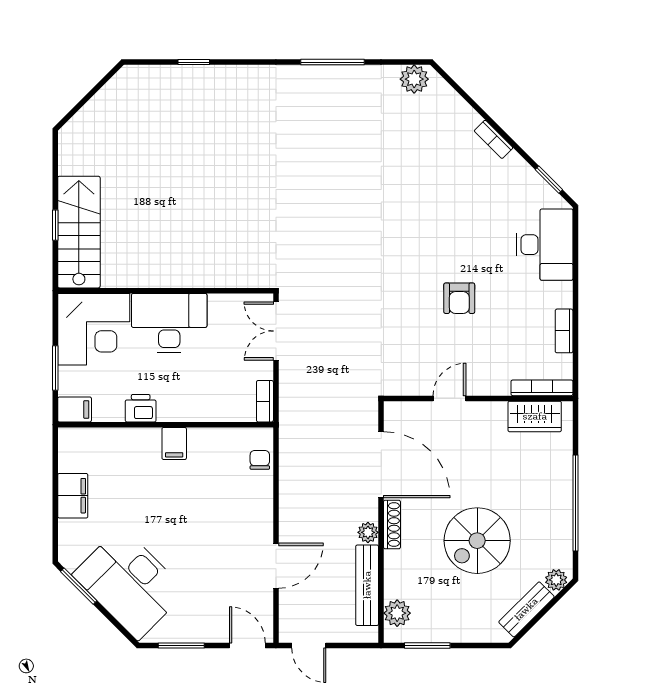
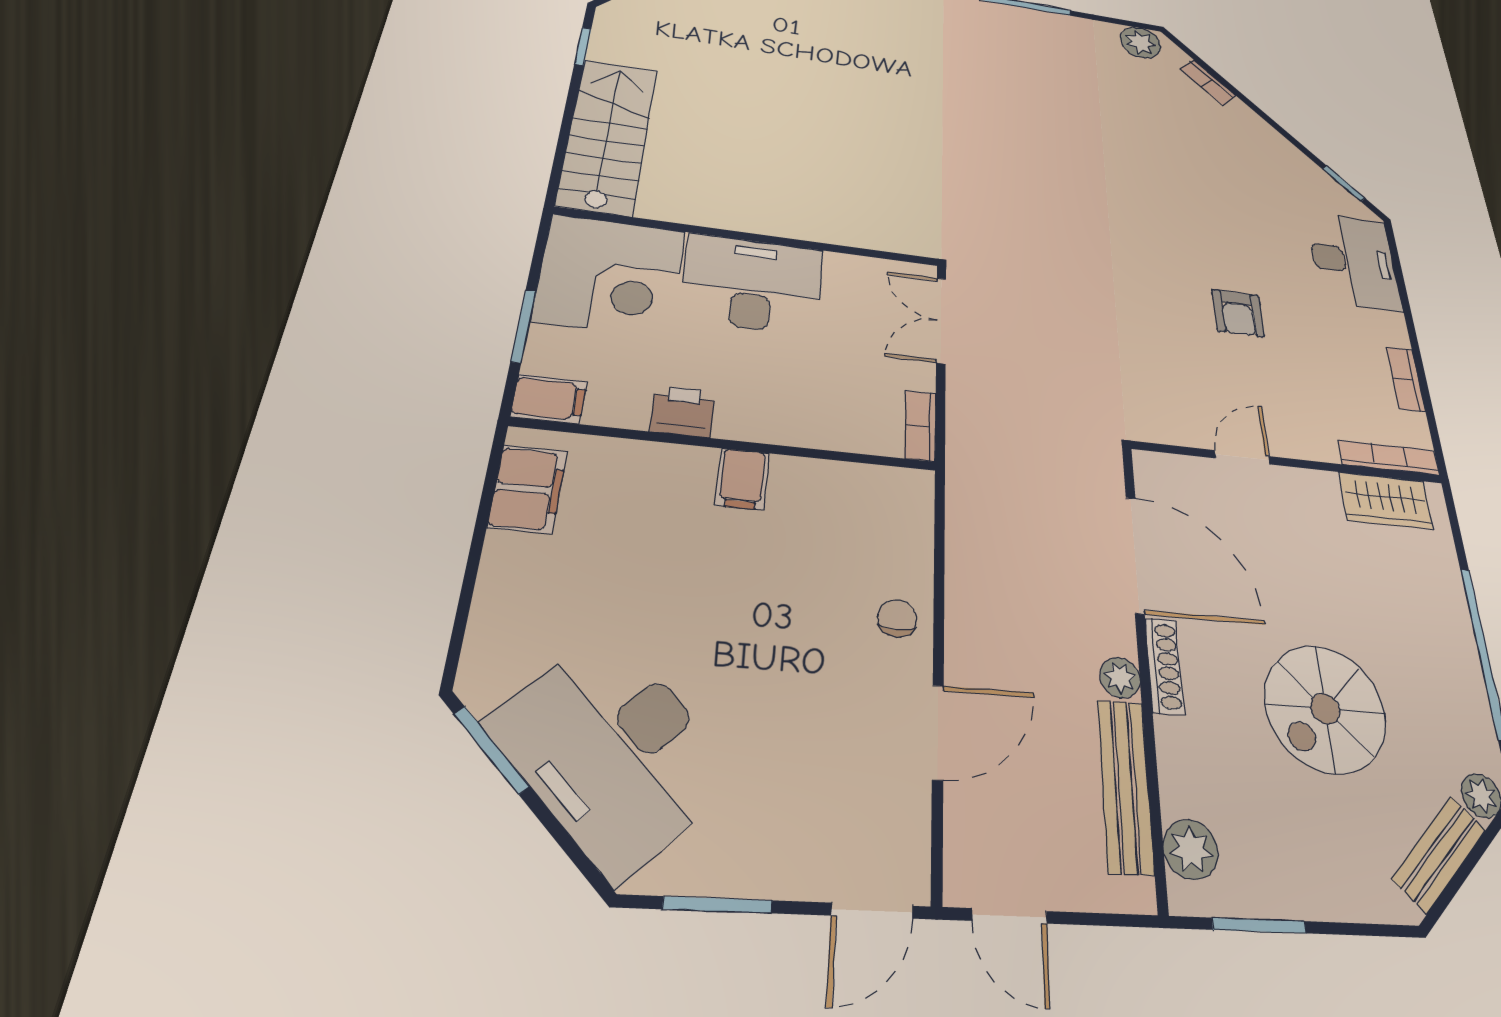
bookcase: (494, 139) -> (1208, 82), moved
window: (55, 225) -> (583, 46), moved
chair: (260, 460) -> (897, 618), moved
filing cabinet: (73, 496) -> (528, 489), moved
door: (247, 645) -> (872, 911), swing flipped

